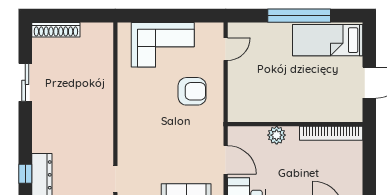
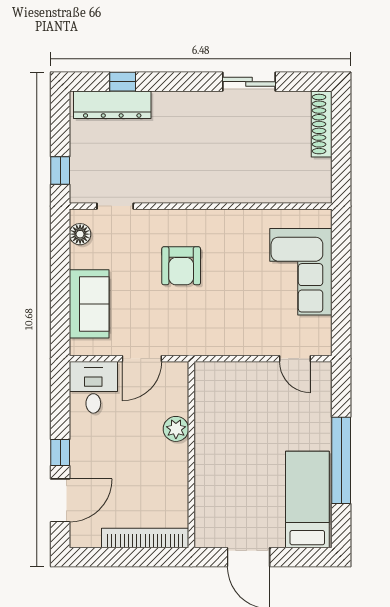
armchair: (192, 91) -> (181, 266), moved
bookcase: (331, 133) -> (145, 538), moved, turned 90

